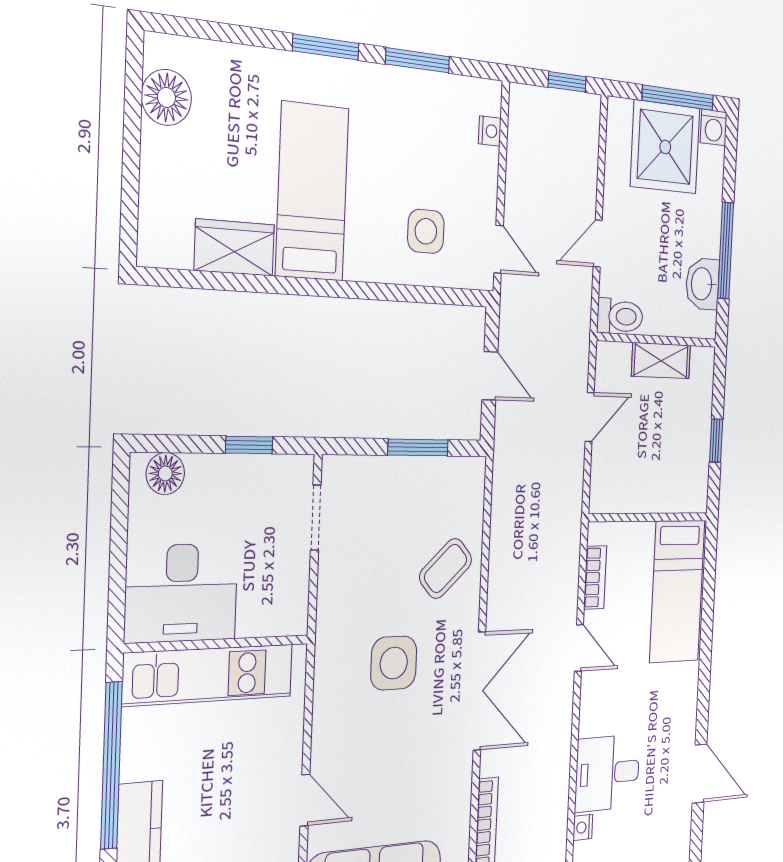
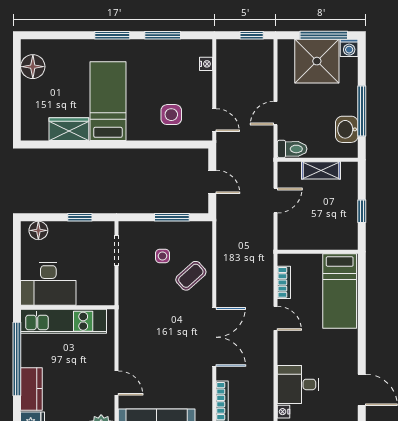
side table: (394, 663) -> (162, 256), moved, width x0.54, depth x0.54

